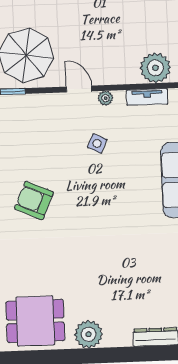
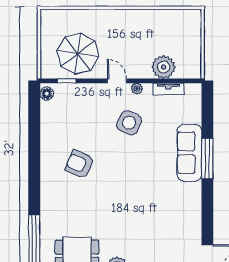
plant: (155, 68) -> (164, 67), moved
side table: (97, 143) -> (129, 123), width x1.87, depth x1.87

